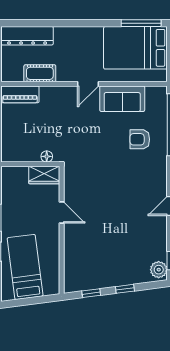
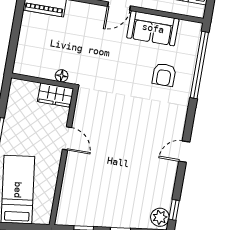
armchair: (140, 139) -> (164, 75), turned -90

